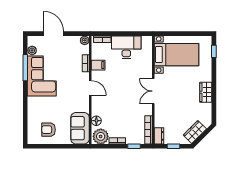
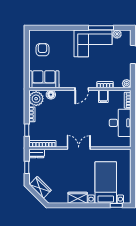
bed with nightstands: (176, 55) -> (106, 182), moved, turned 180

